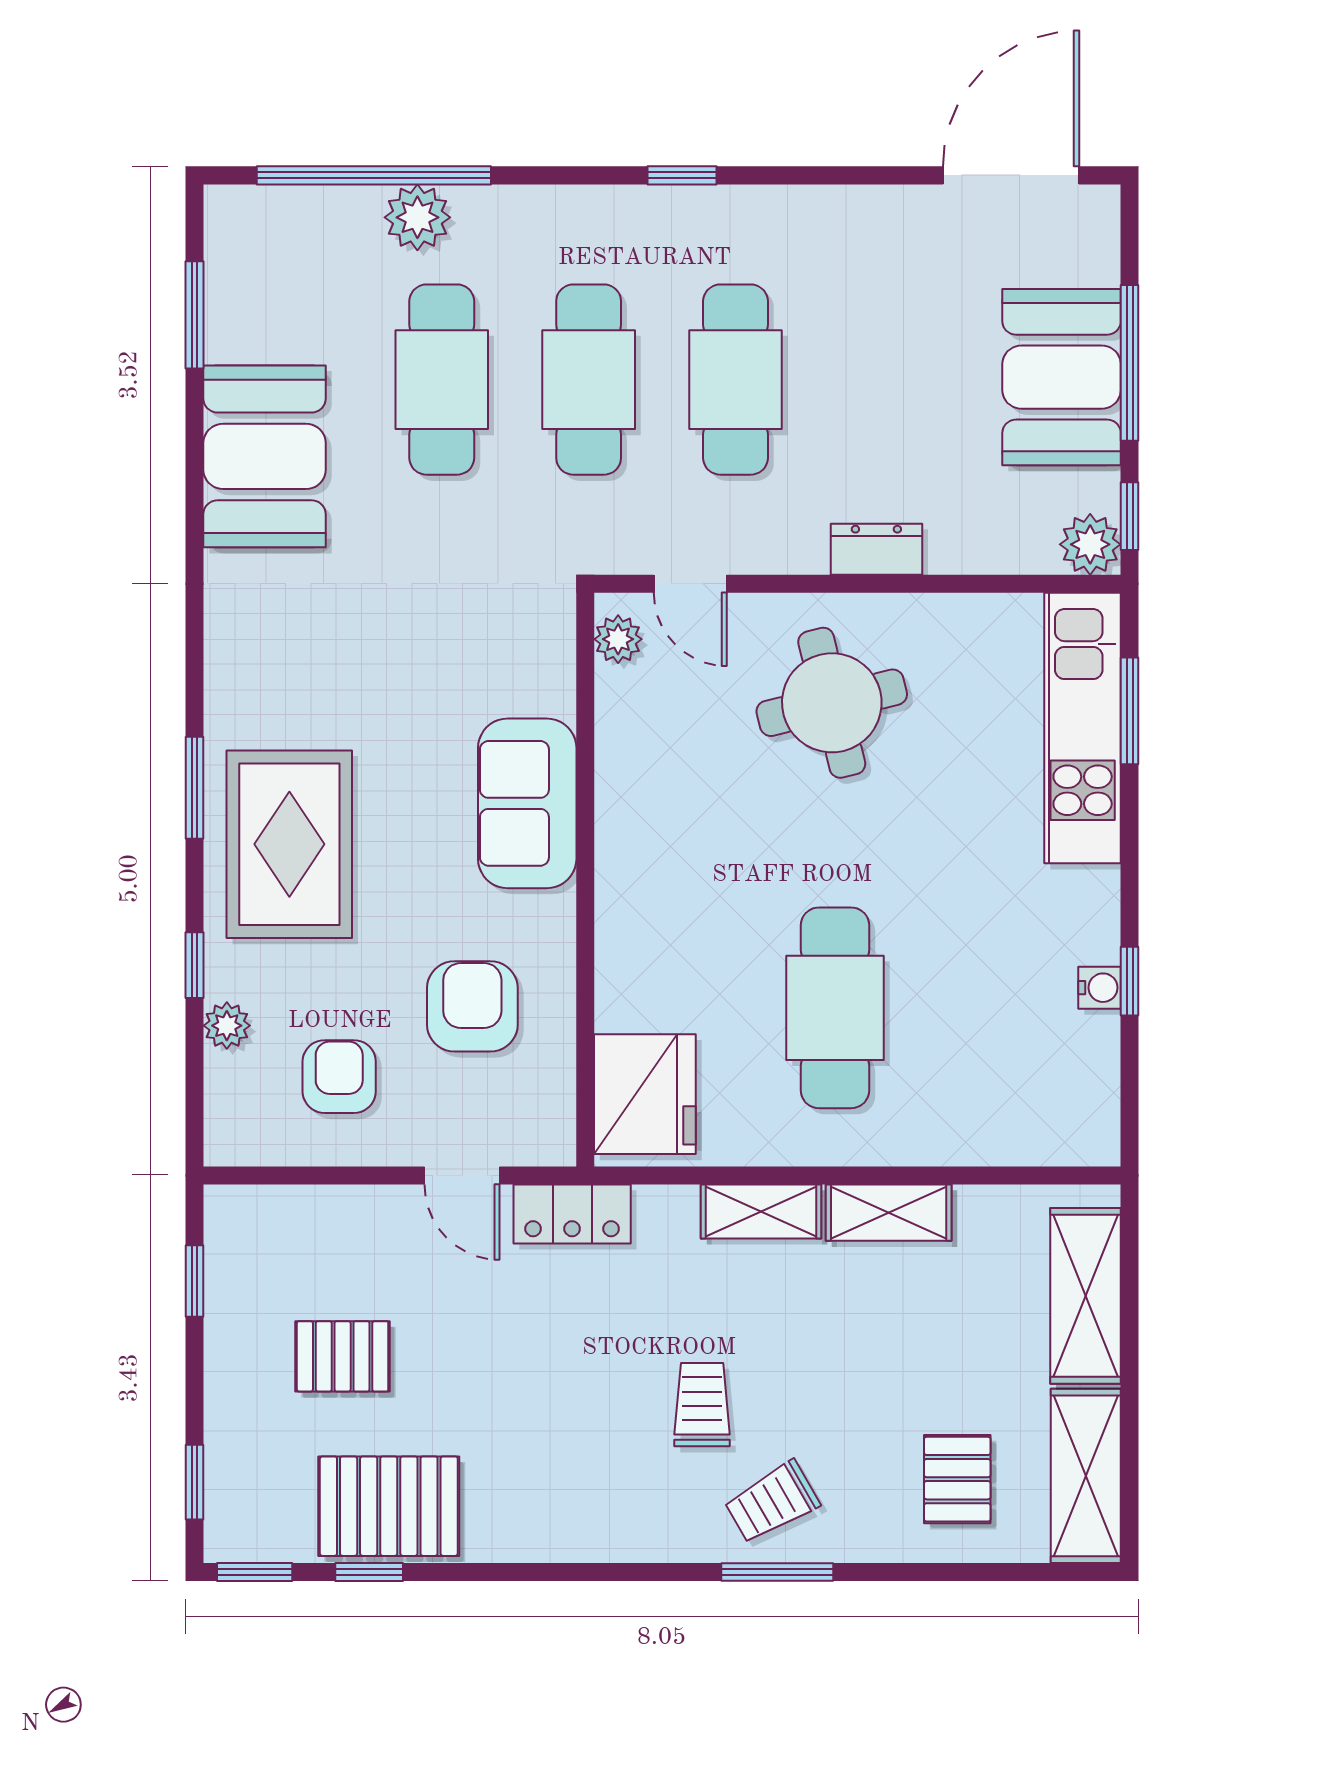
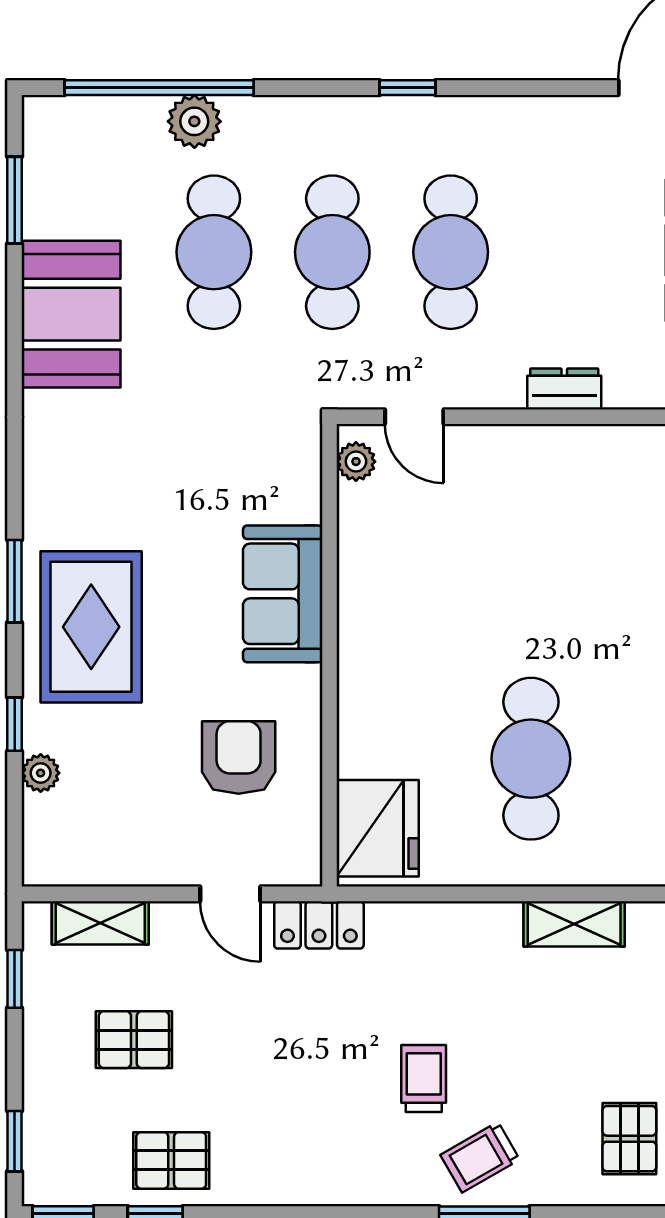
round table: (832, 703) -> (528, 513), removed
armchair: (339, 1077) -> (131, 814), removed
shelving: (761, 1211) -> (100, 923), moved
pallet: (389, 1506) -> (171, 1160), width x0.67, depth x0.71

